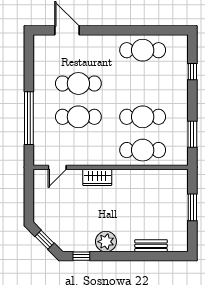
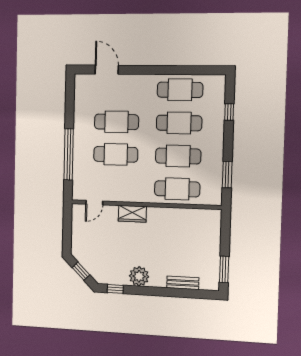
cafe table: (143, 83) -> (179, 123), added
window: (192, 207) -> (224, 269), moved

